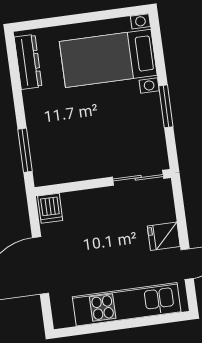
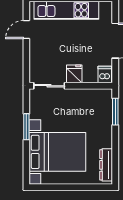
bed with nightstands: (108, 58) -> (57, 152), width x1.36
fridge: (164, 236) -> (74, 74), moved, turned -90

